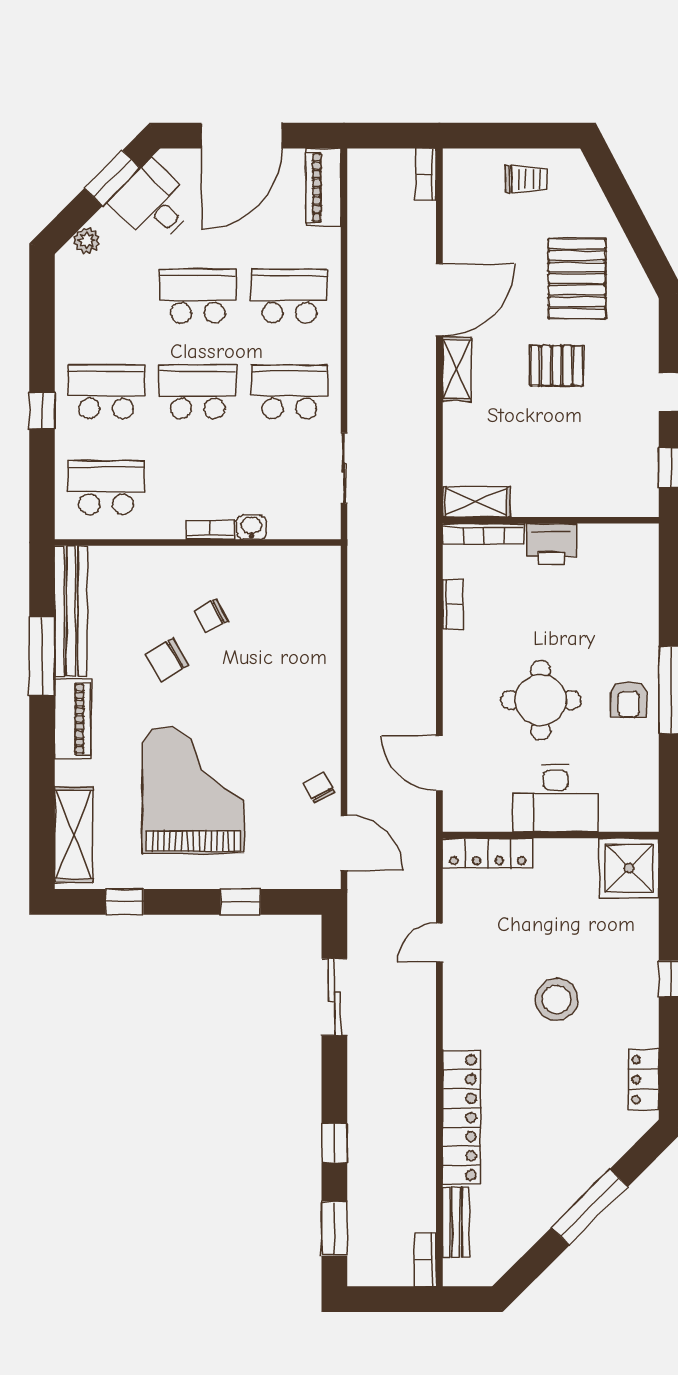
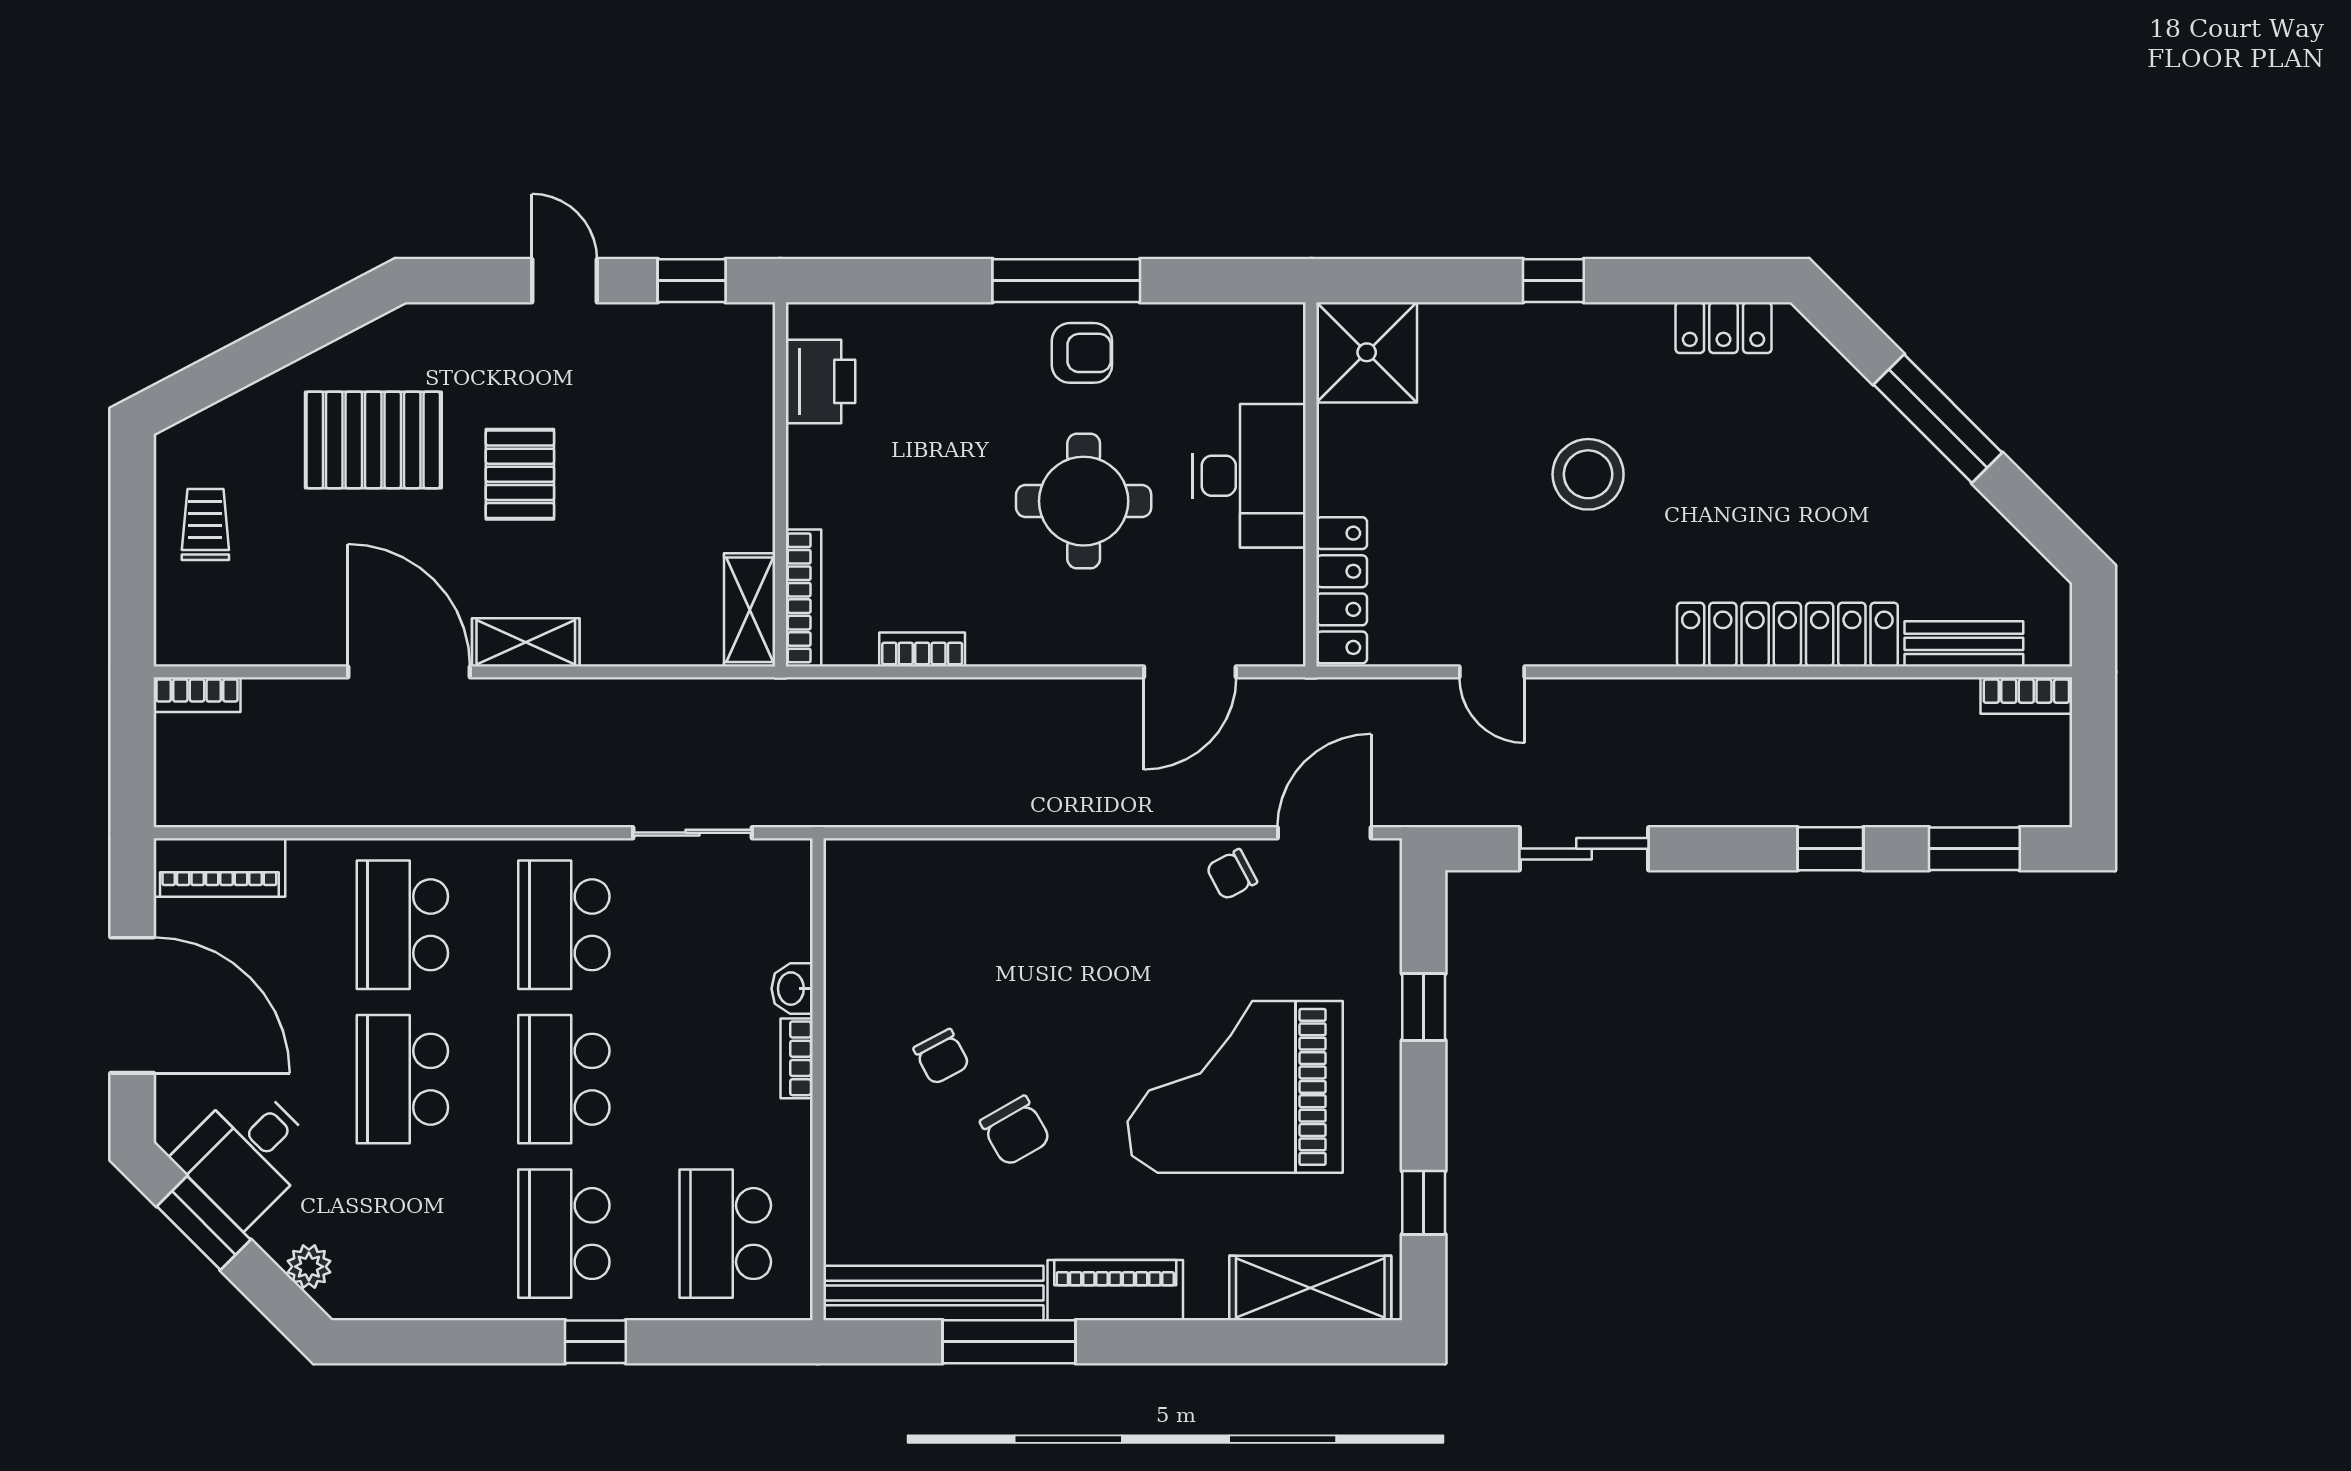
printer: (551, 544) -> (820, 381), moved

